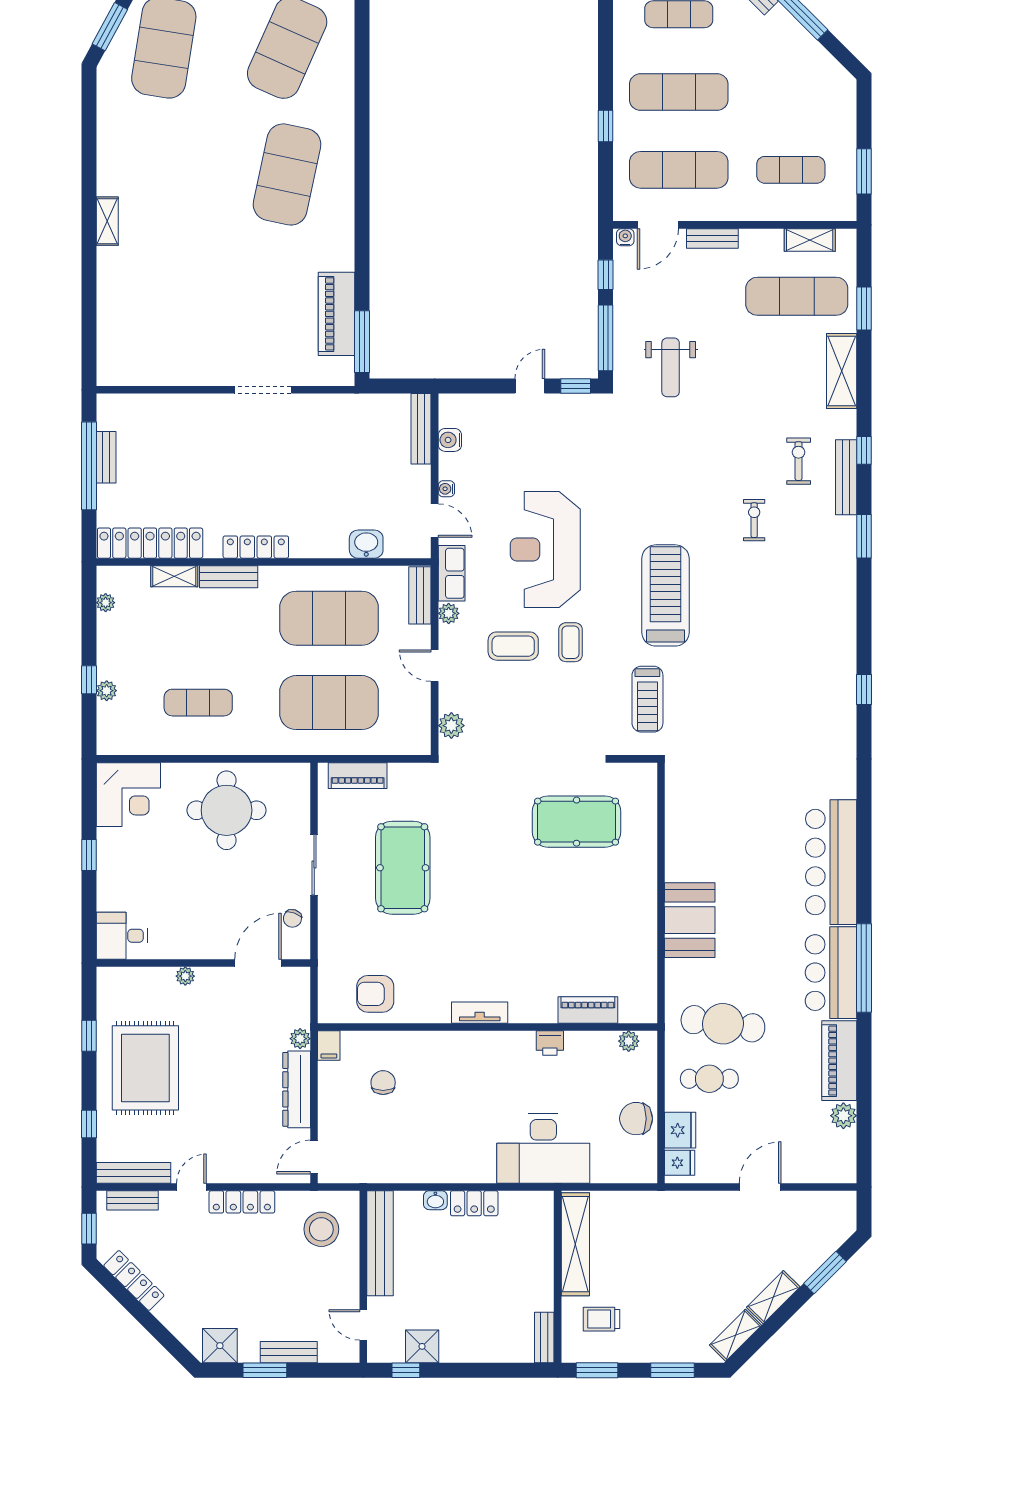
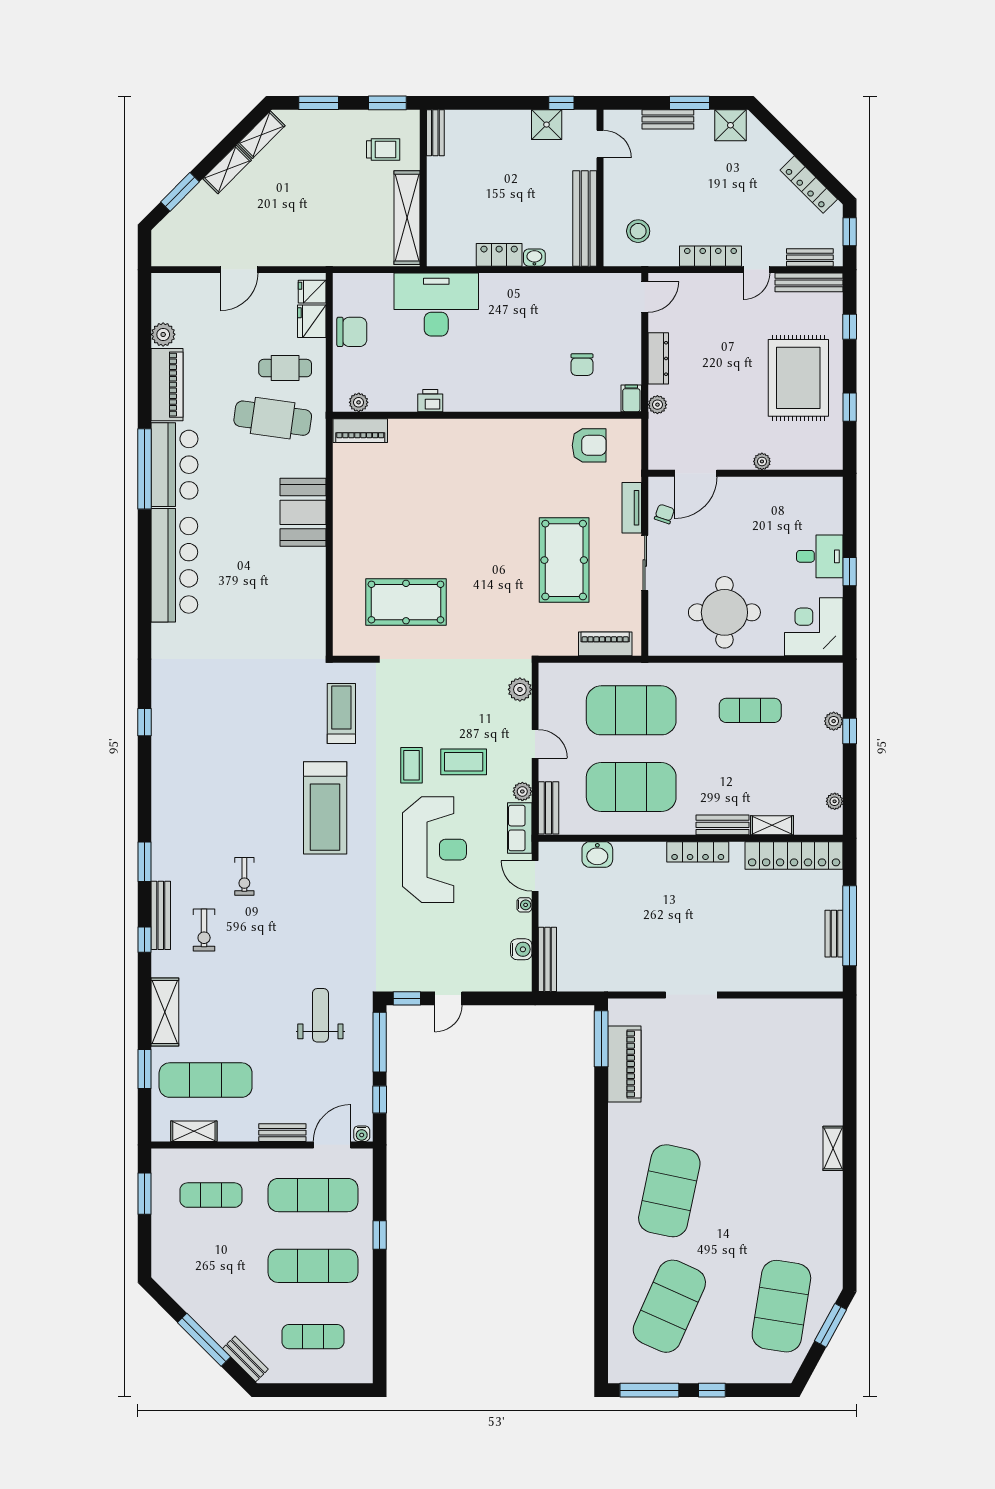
desk: (122, 936) -> (820, 556), moved
piano: (588, 1010) -> (360, 431), moved
tv unit: (480, 1013) -> (632, 508), moved, turned 90
dresser: (297, 1089) -> (658, 358), width x0.73, depth x0.80
stool: (321, 1229) -> (638, 231), width x0.73, depth x0.73

